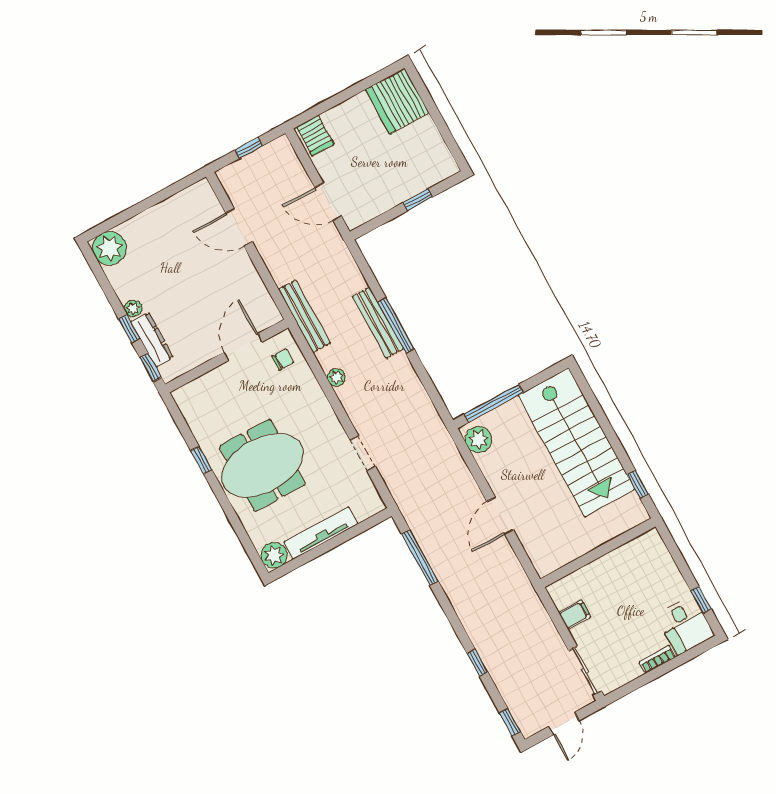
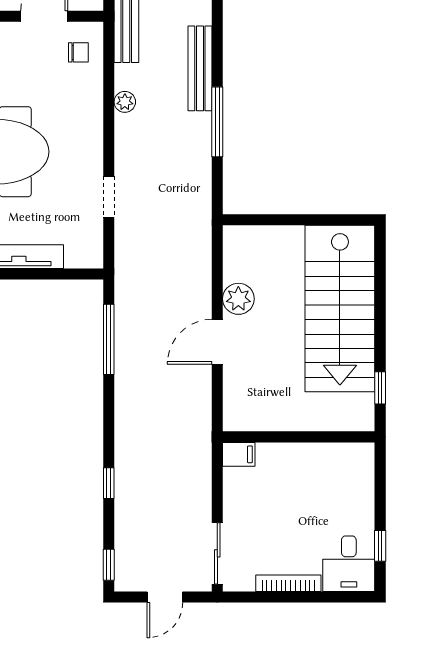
window: (396, 326) -> (217, 122), moved
window: (494, 403) -> (275, 220), removed
plant: (479, 440) -> (238, 299), moved
filing cabinet: (575, 615) -> (239, 454), moved
bookcase: (657, 659) -> (288, 583), width x1.56

